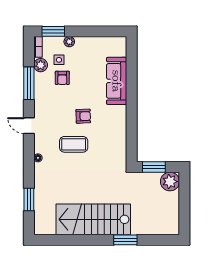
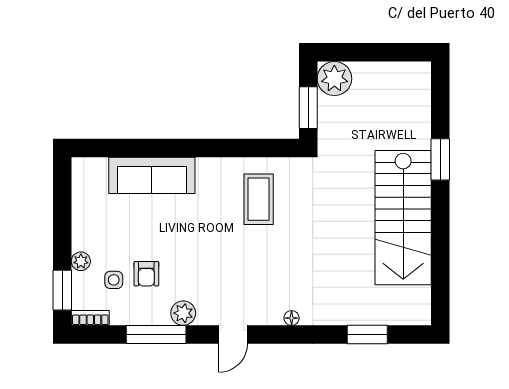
plant: (41, 65) -> (183, 313), moved
armchair: (62, 78) -> (146, 274), turned 90
armchair: (83, 116) -> (216, 236), removed
coffee table: (74, 144) -> (259, 199), moved

